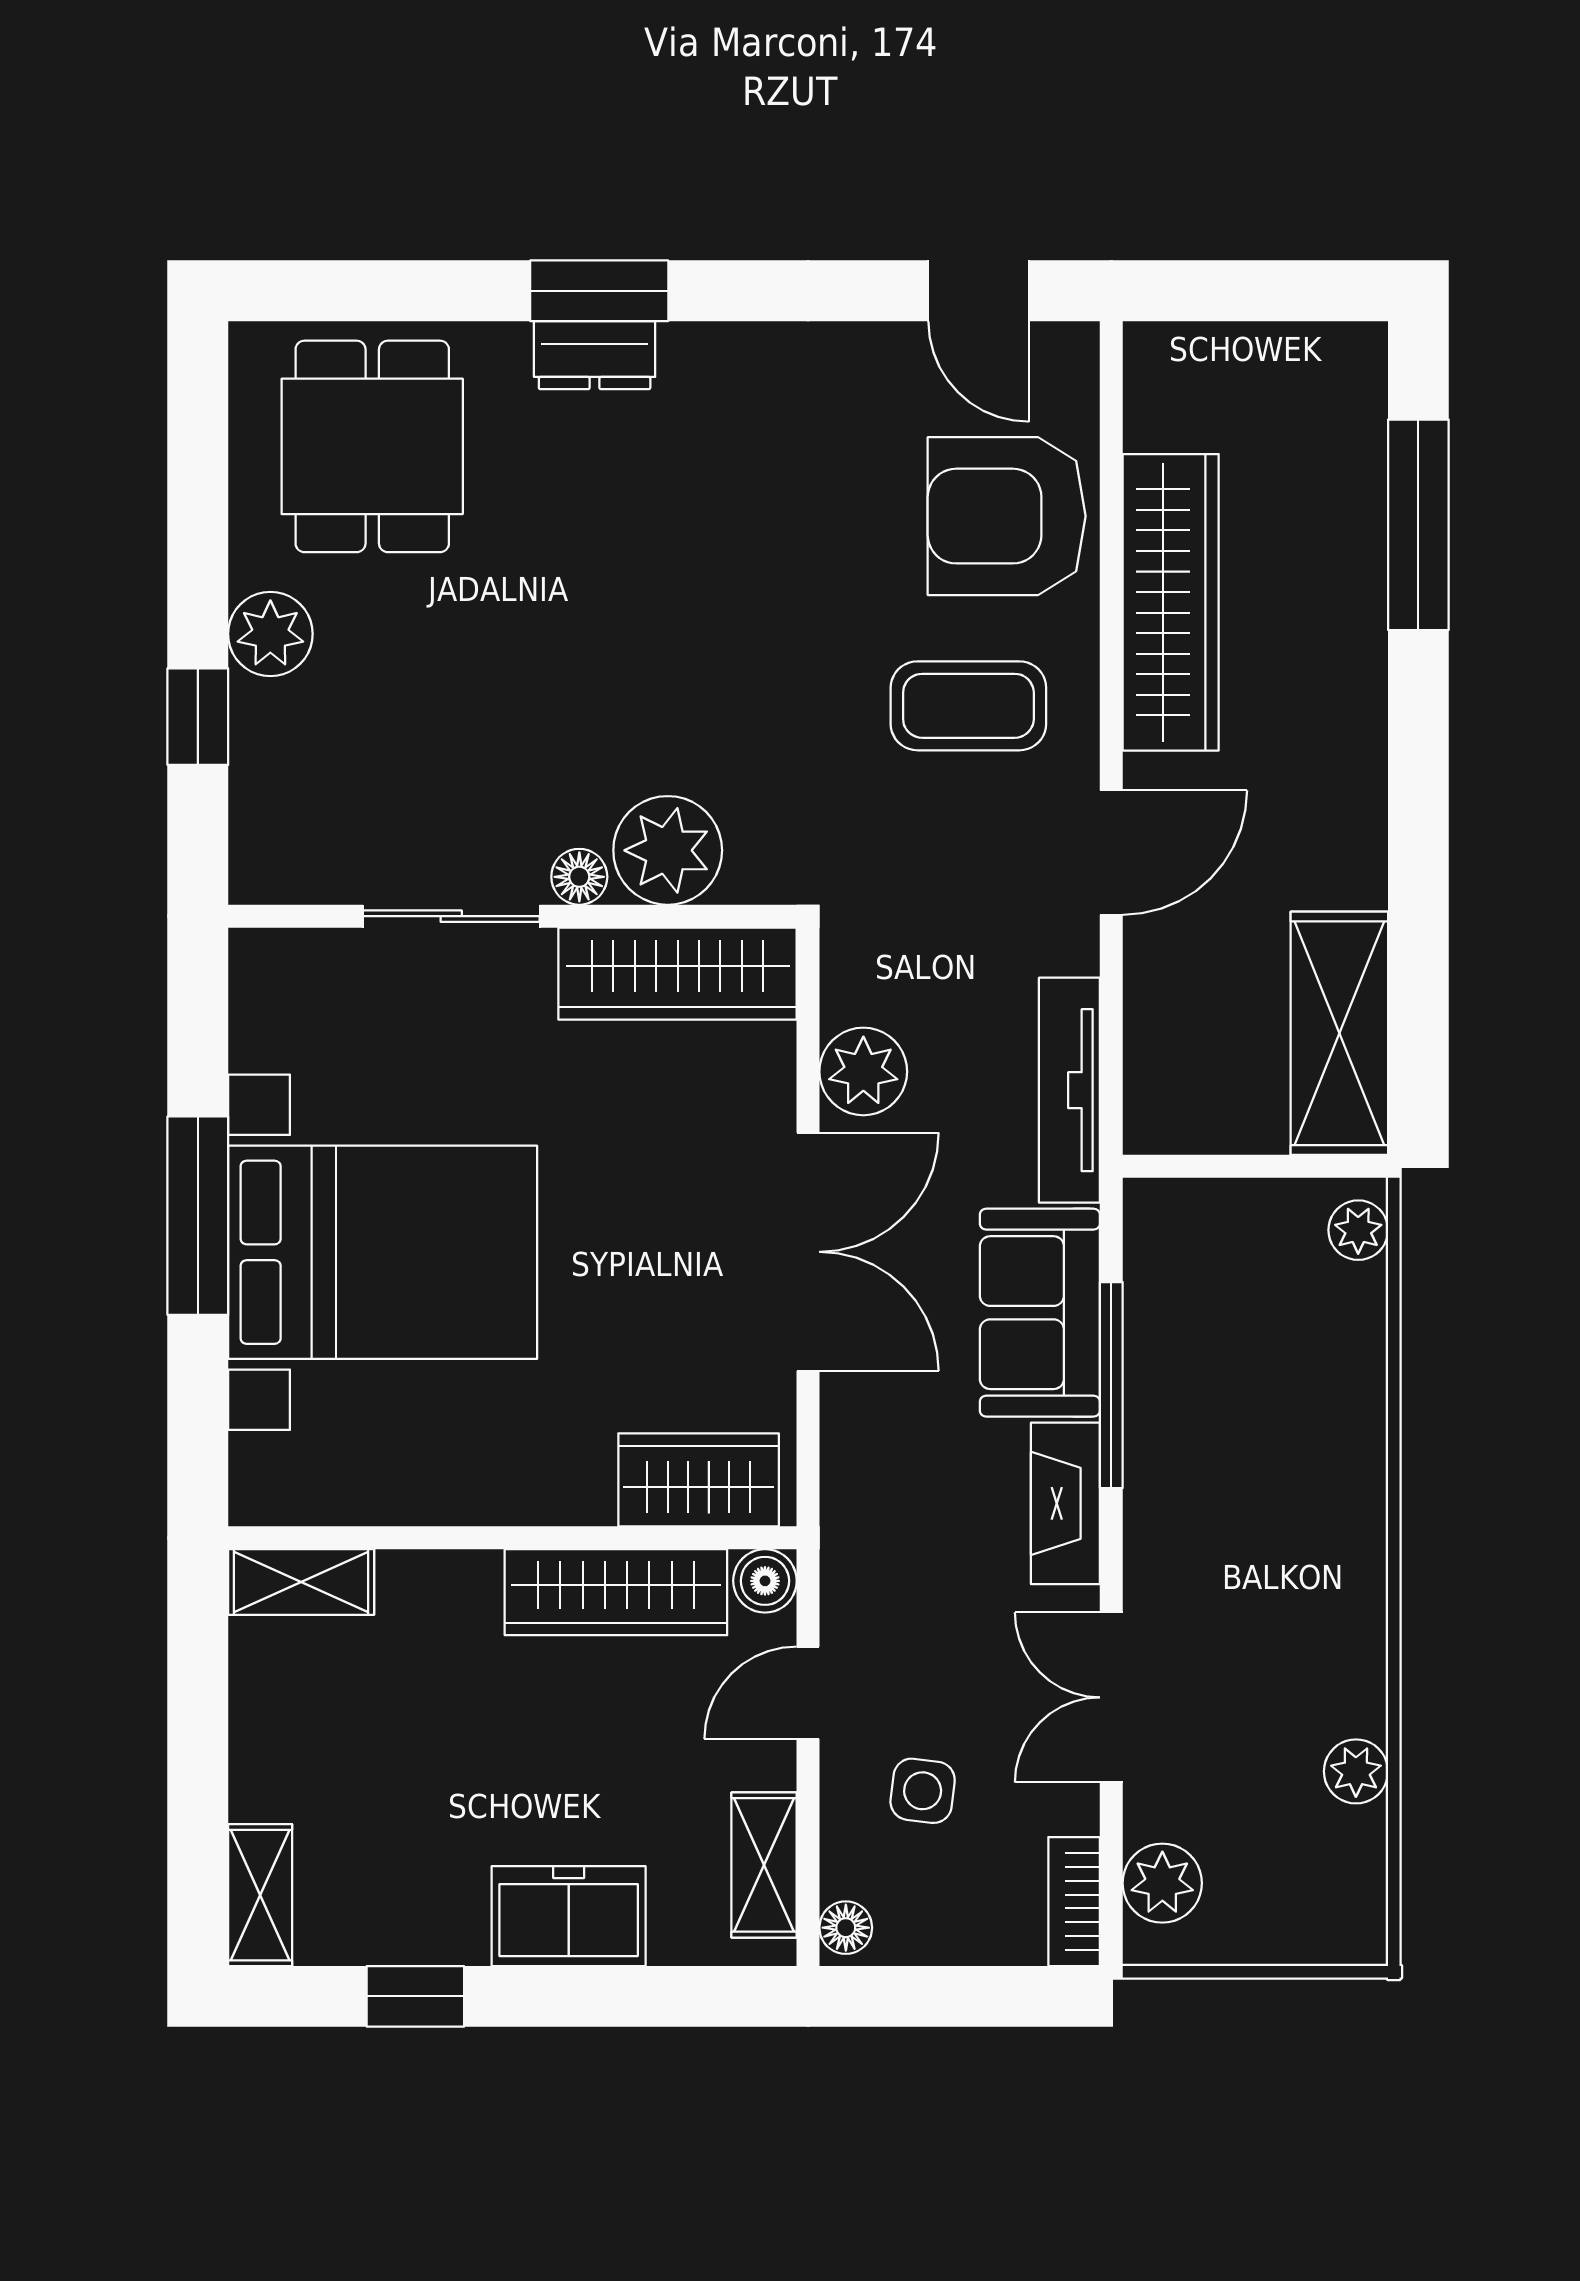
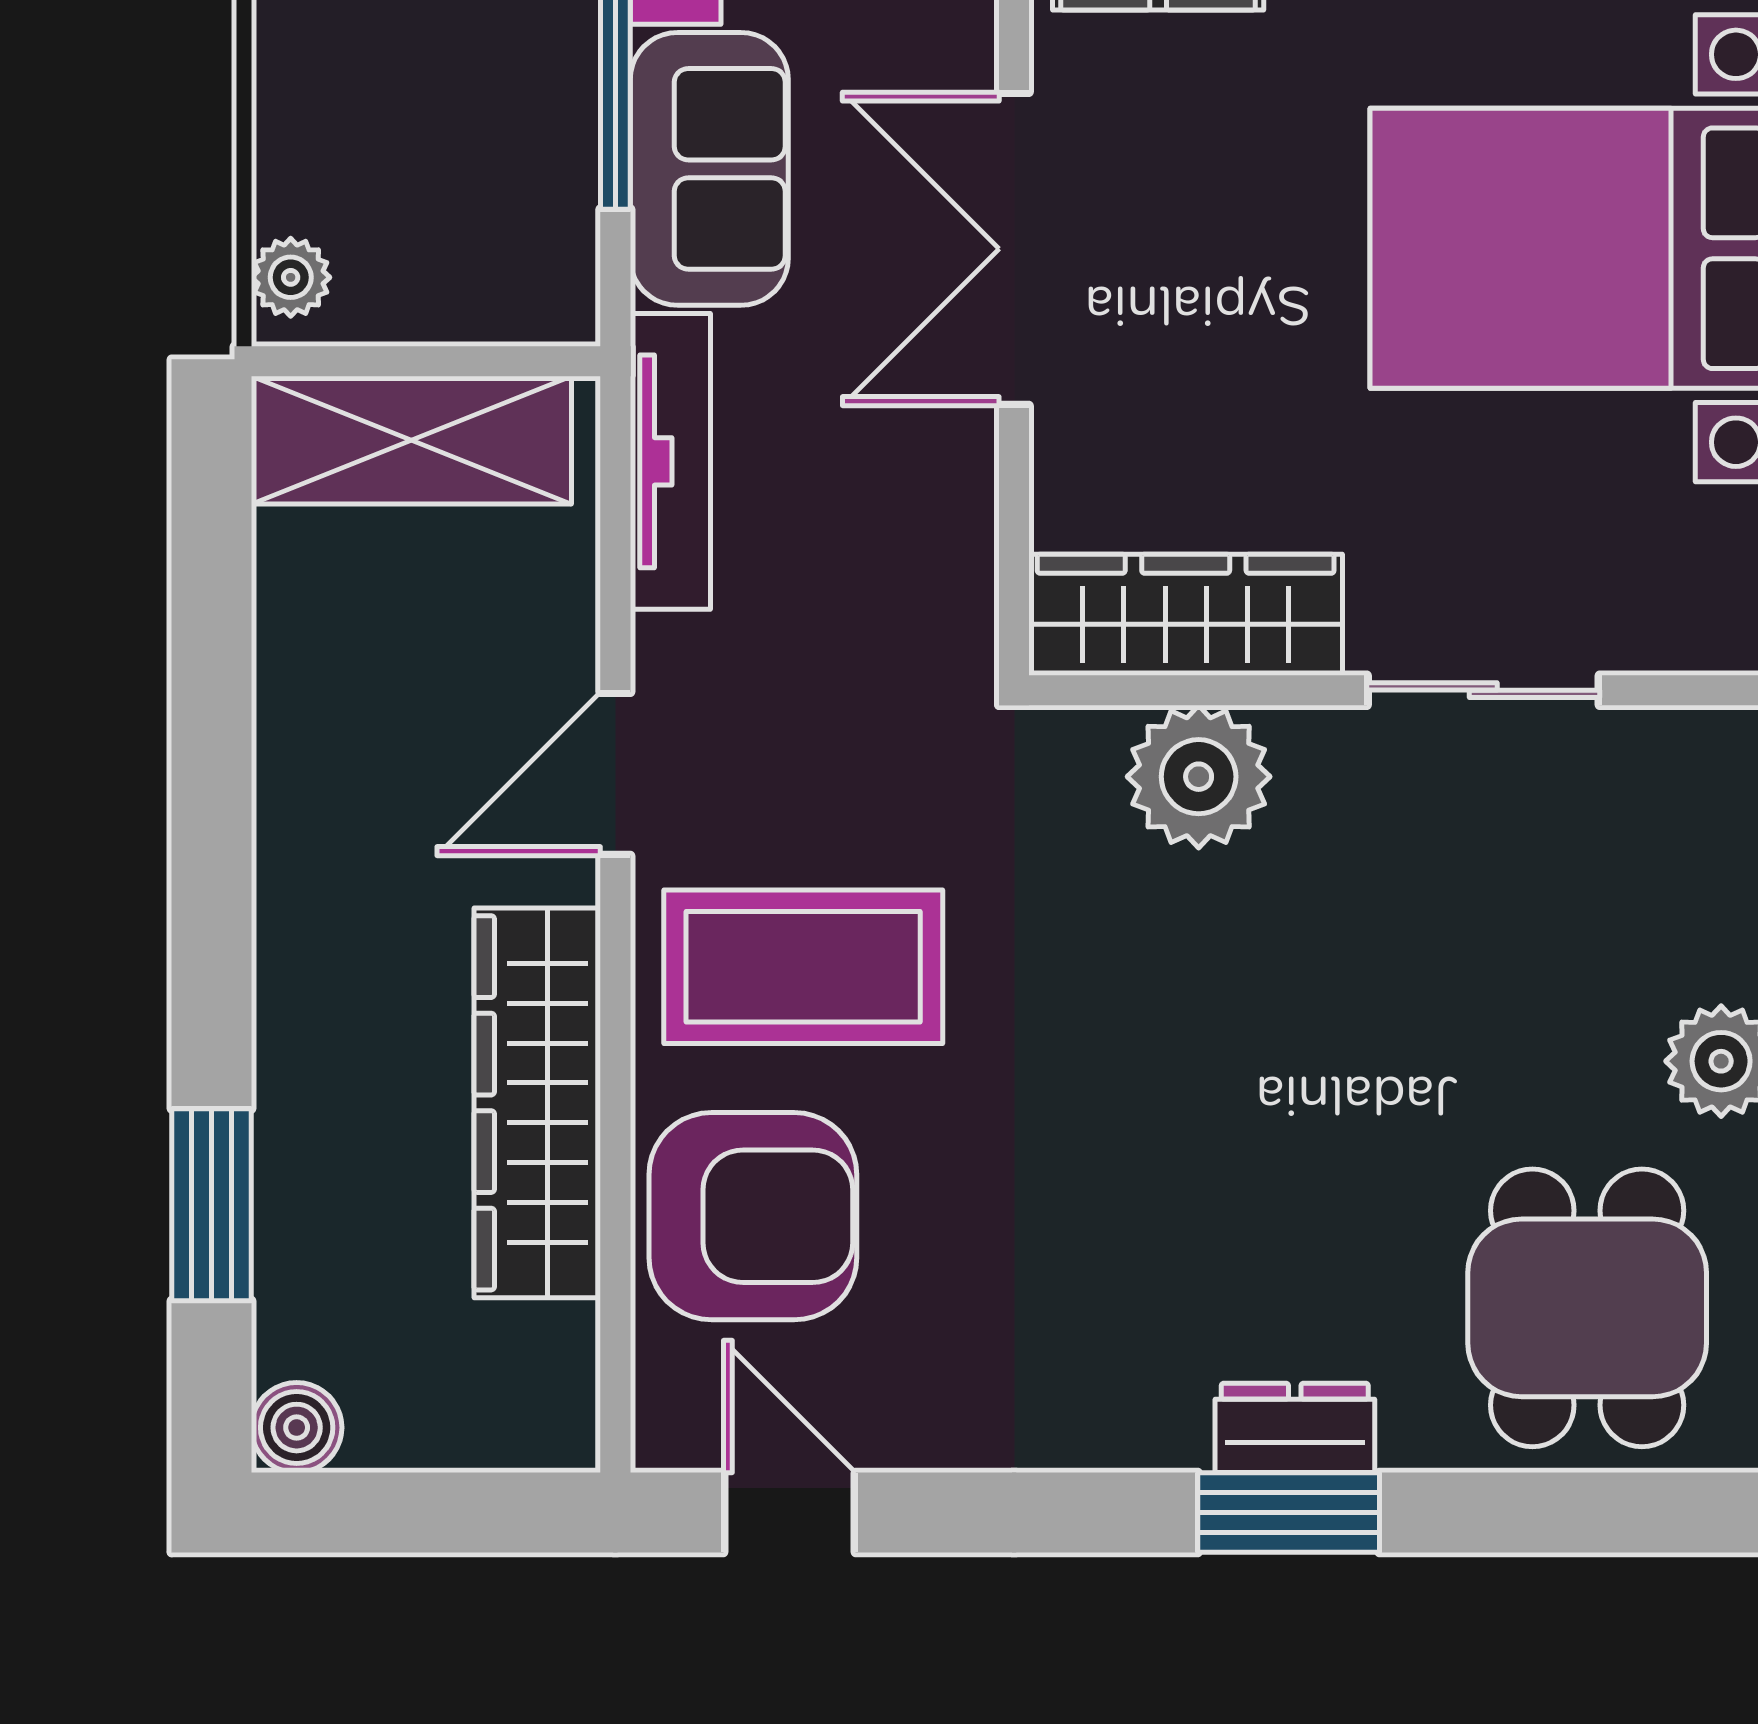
boiler: (1354, 355) -> (297, 1428), added
window: (1418, 525) -> (212, 1205), width x0.69
coffee table: (968, 706) -> (803, 967), width x1.36, depth x1.32
floor lamp: (579, 877) -> (1315, 742), removed
shelving: (1339, 1033) -> (411, 440), moved, turned 90
plant: (863, 1071) -> (941, 486), removed

